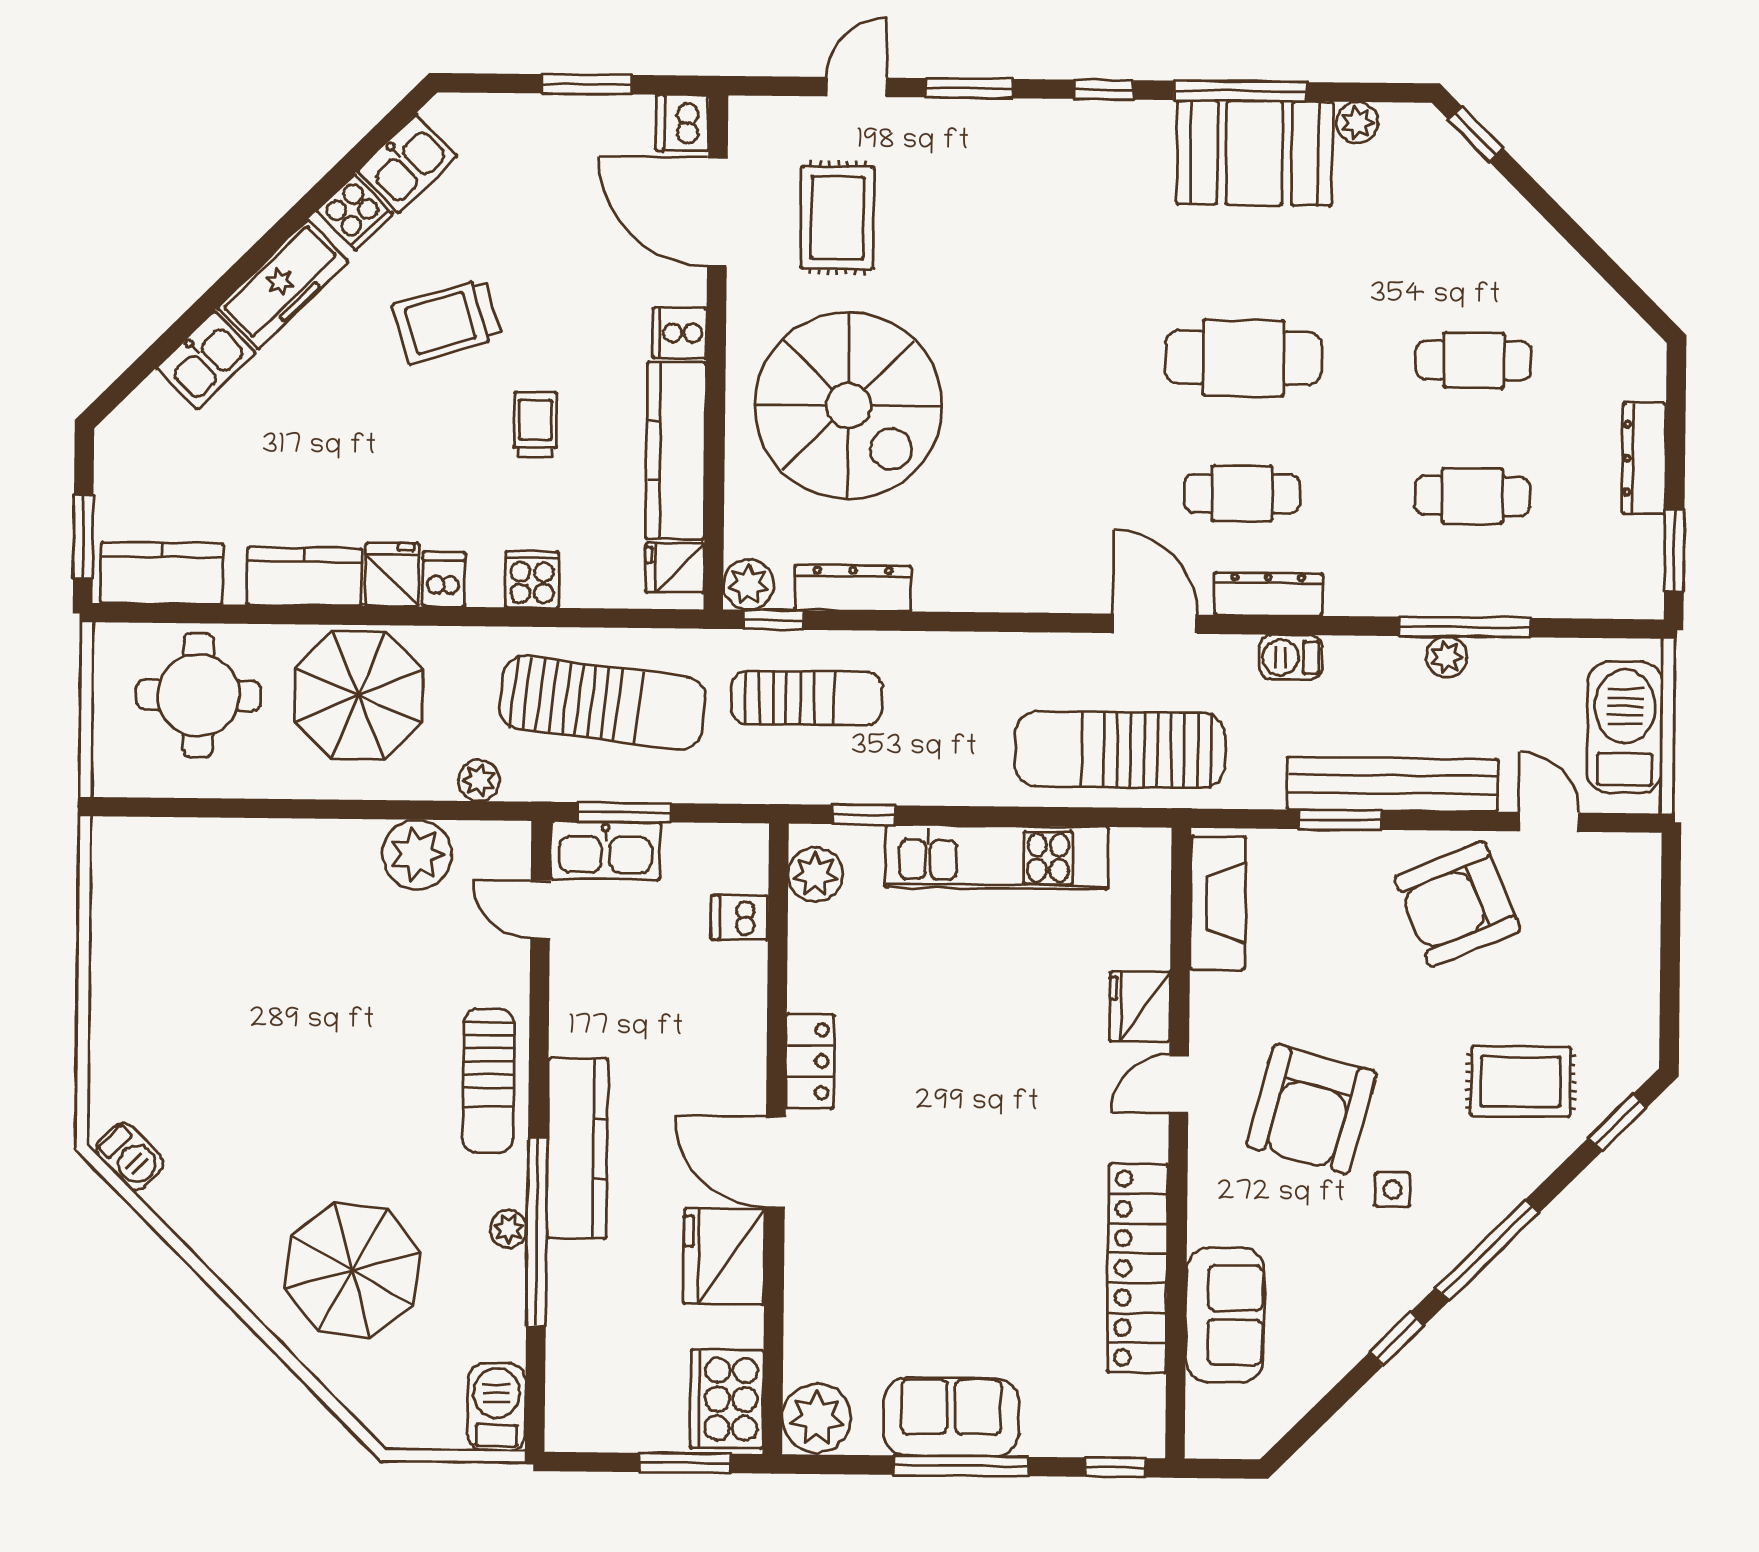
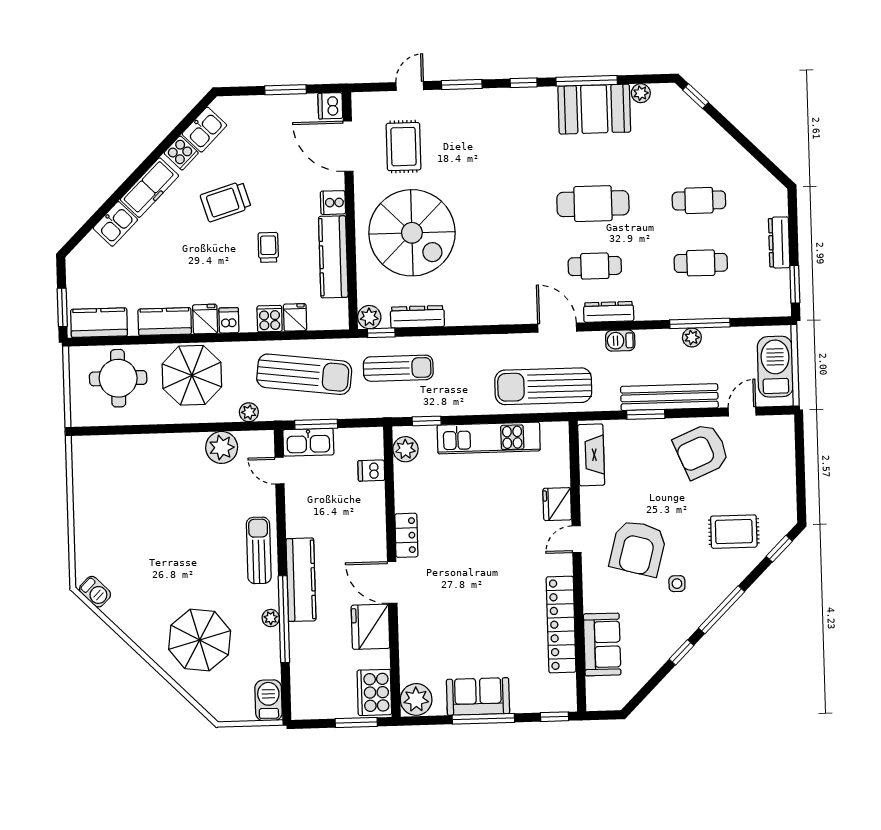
fridge: (675, 568) -> (295, 317), moved, turned 90
door: (1549, 822) -> (742, 412), hinge flipped
sun lounger: (488, 1081) -> (259, 550), turned 180

